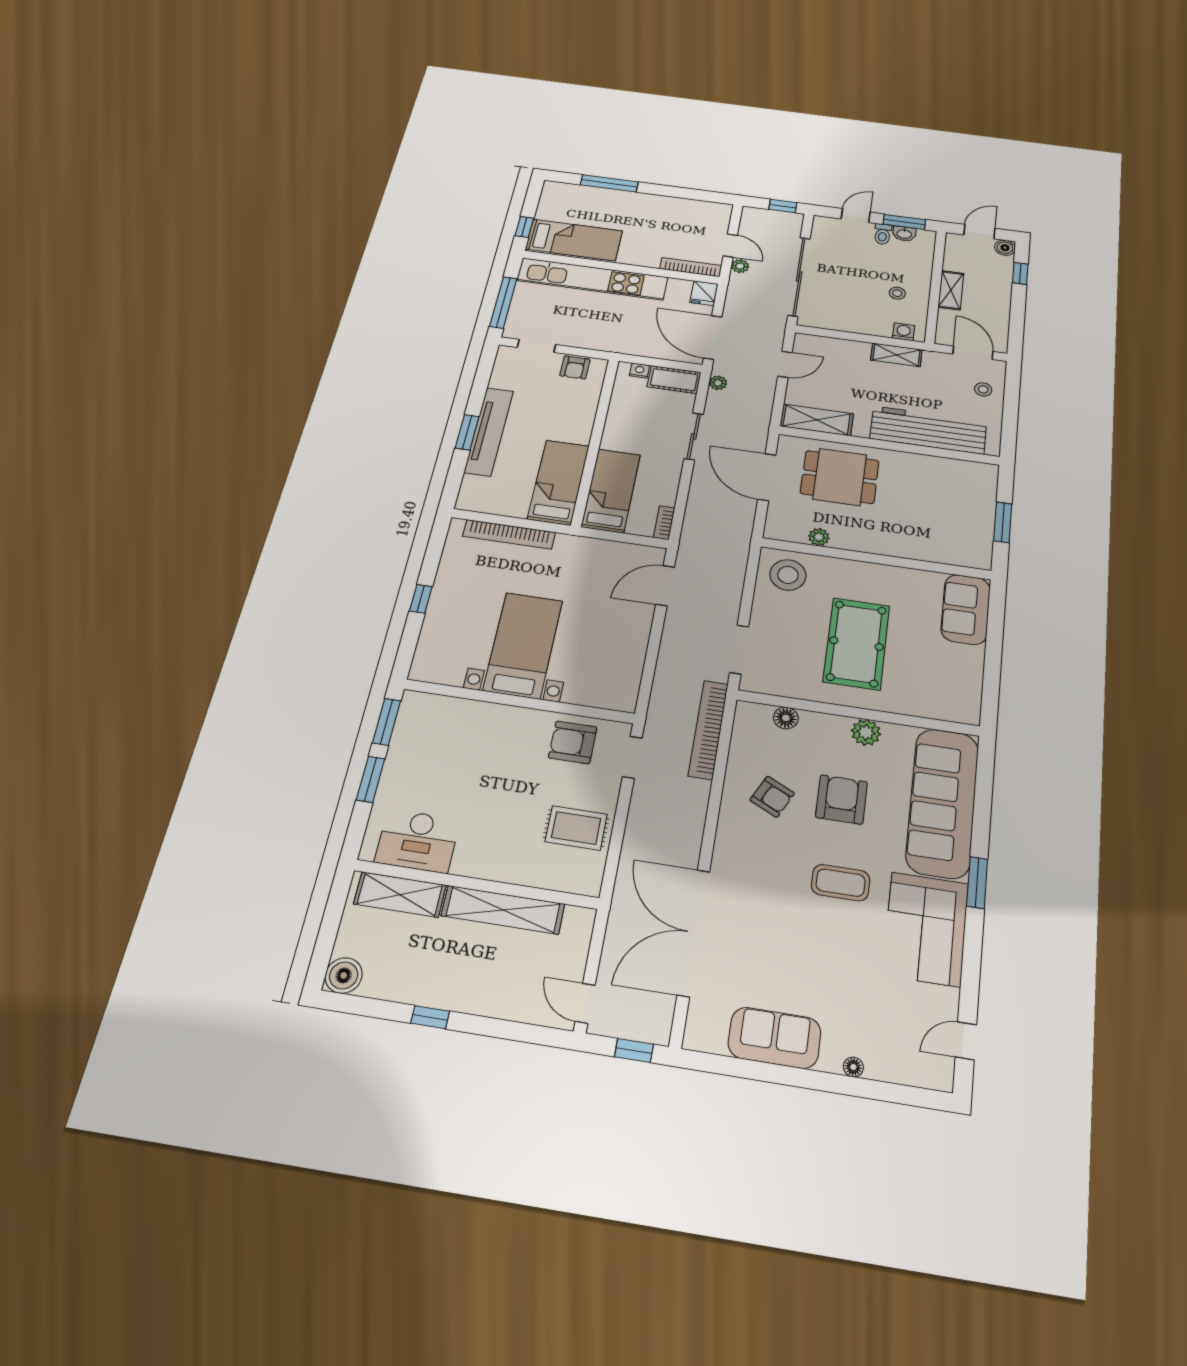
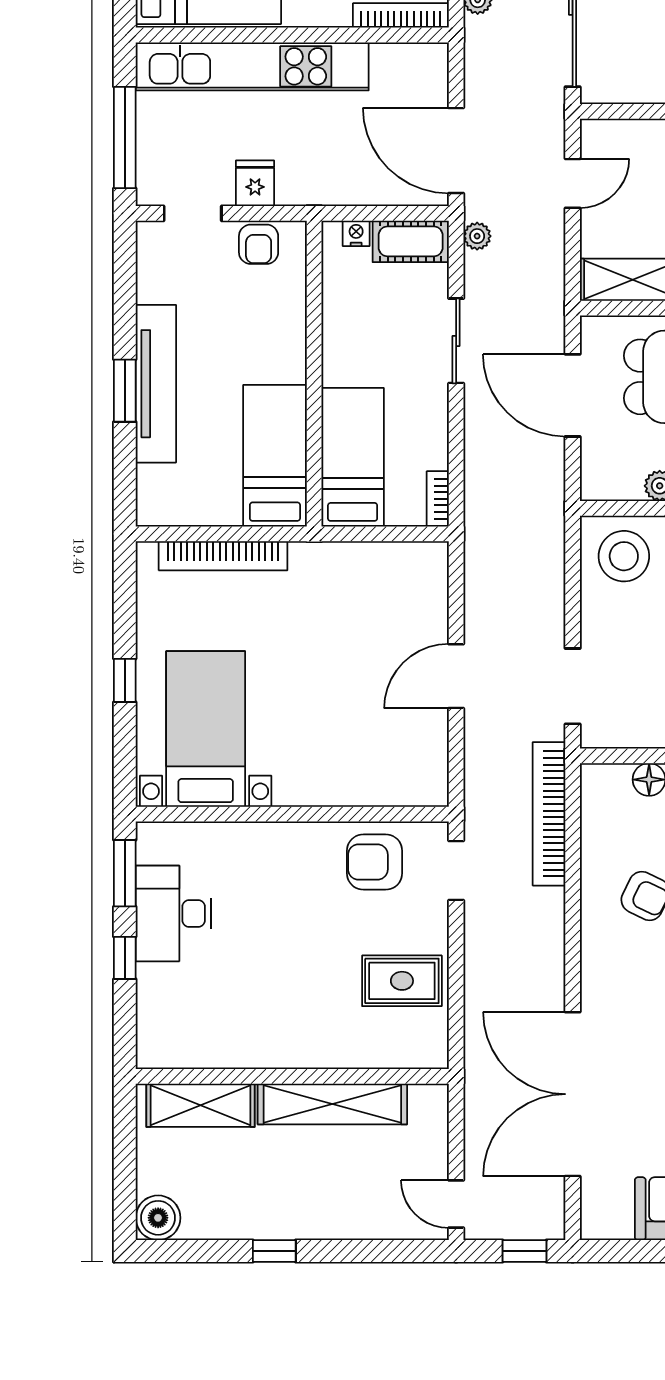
fridge: (704, 293) -> (255, 183), moved, turned 180
door: (665, 586) -> (456, 676), moved
bed with nightstands: (523, 645) -> (206, 729), moved
window: (371, 779) -> (125, 958), width x0.67
desk: (417, 841) -> (173, 913), moved, turned 90

